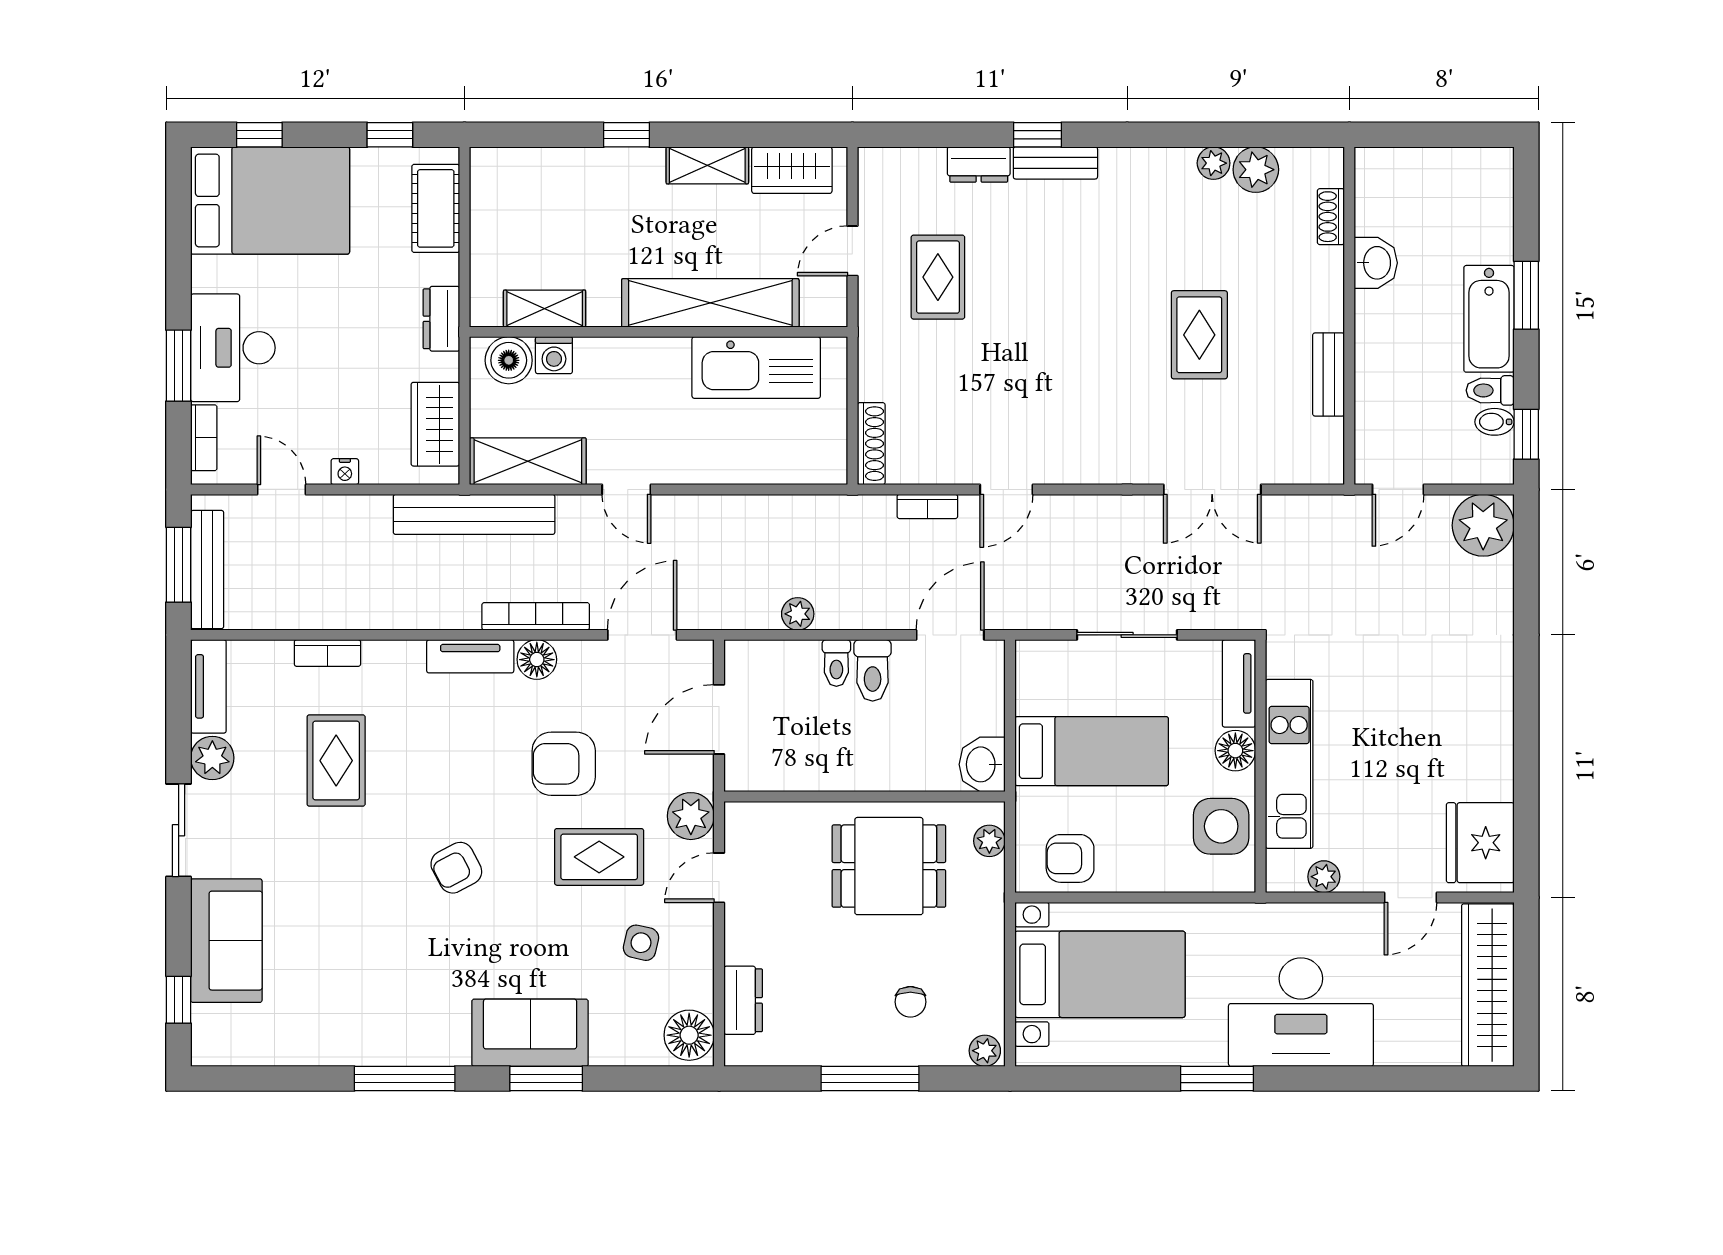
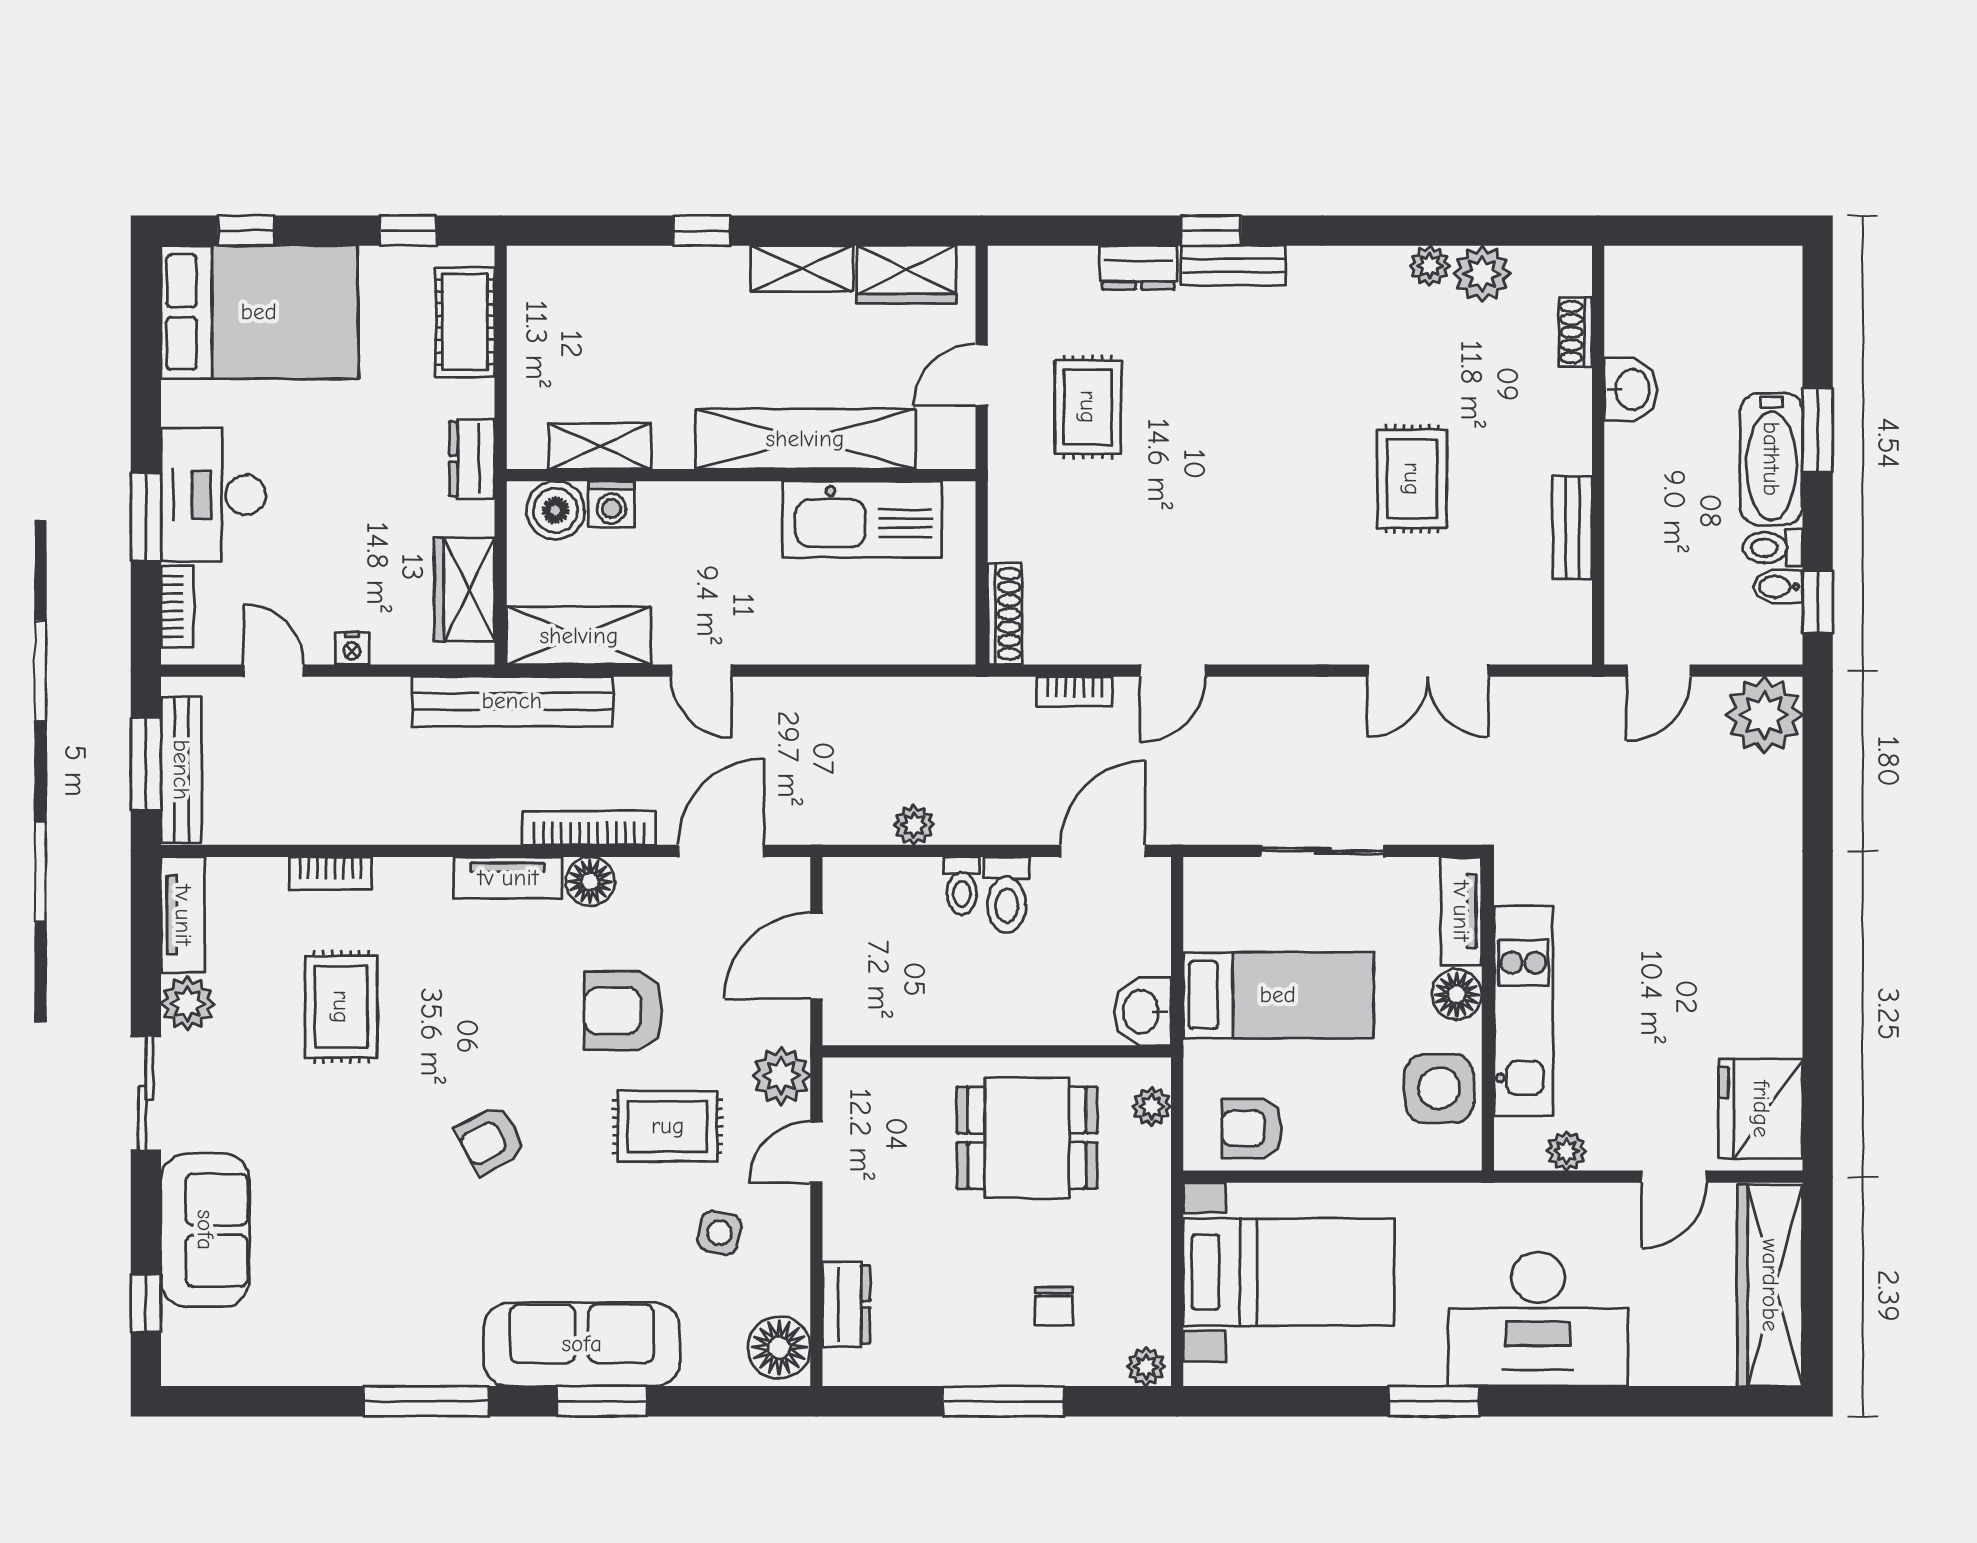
sofa: (530, 1033) -> (582, 1344), width x1.36

